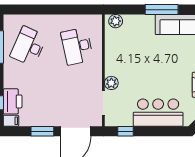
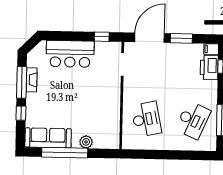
window: (162, 10) -> (65, 153), width x1.46
plant: (116, 21) -> (86, 142), moved
plant: (111, 83) -> (114, 83), removed

